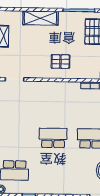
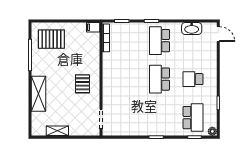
pallet: (60, 62) -> (82, 84), moved
school desk: (53, 171) -> (193, 79), added

